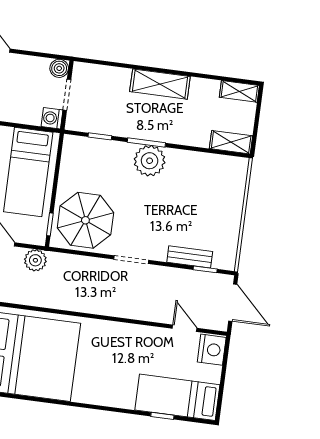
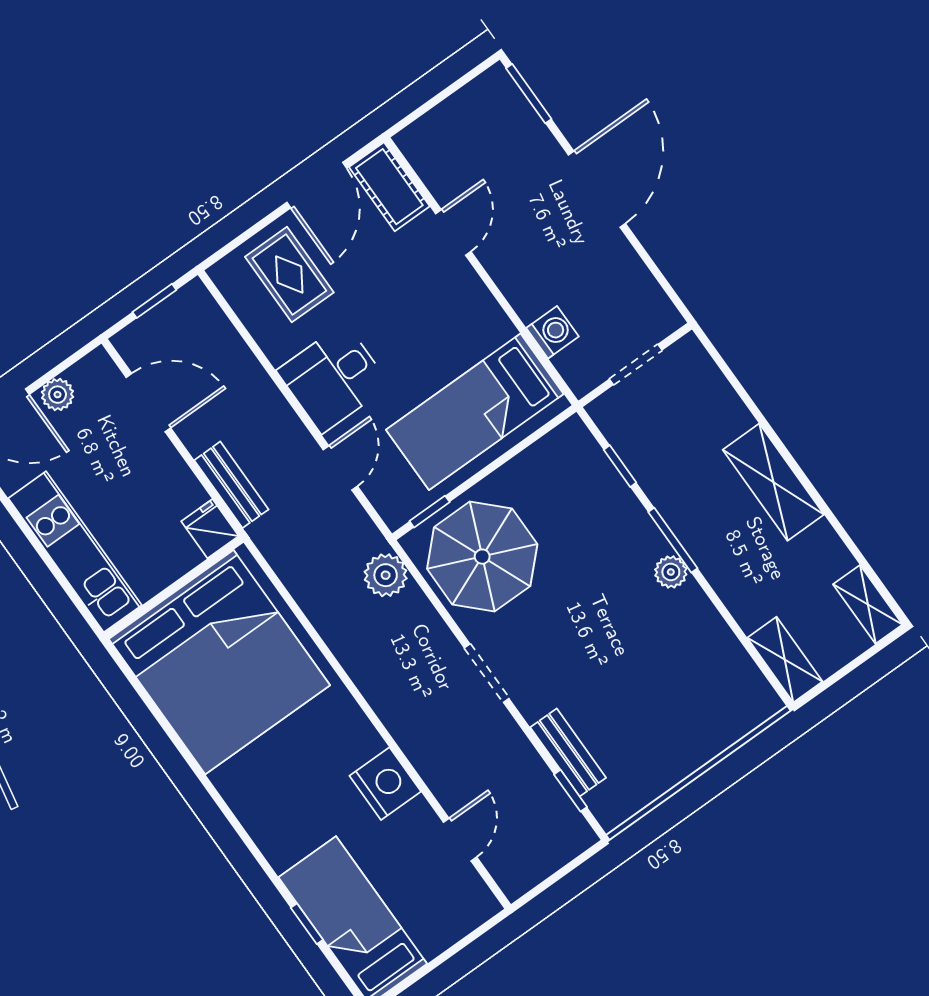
boiler: (59, 68) -> (663, 319), removed
washing machine: (52, 118) -> (552, 332), moved, turned 90
plant: (150, 161) -> (671, 572), width x0.53, depth x0.53
plant: (35, 260) -> (386, 575), moved
door: (233, 303) -> (560, 874), removed
nightstand: (212, 350) -> (385, 784), moved, turned -90

